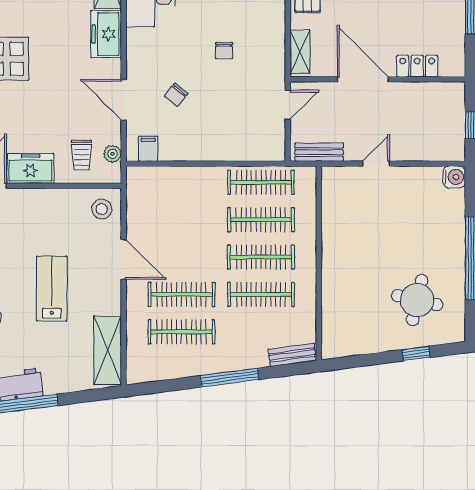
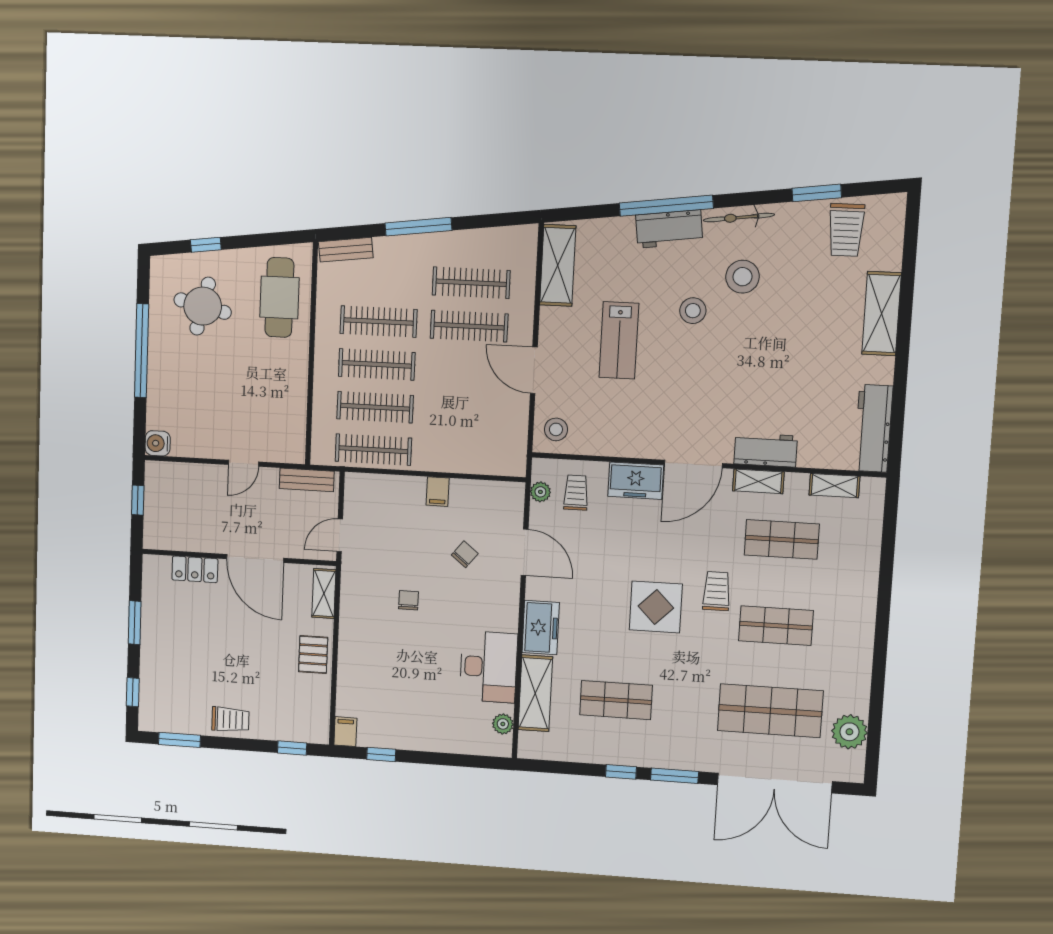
filing cabinet: (148, 149) -> (438, 492), moved
cafe table: (349, 311) -> (279, 297), added

